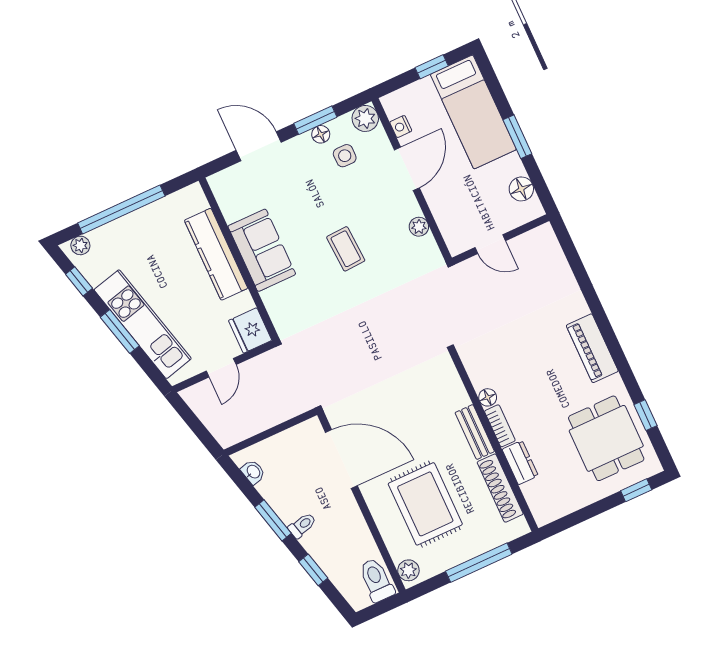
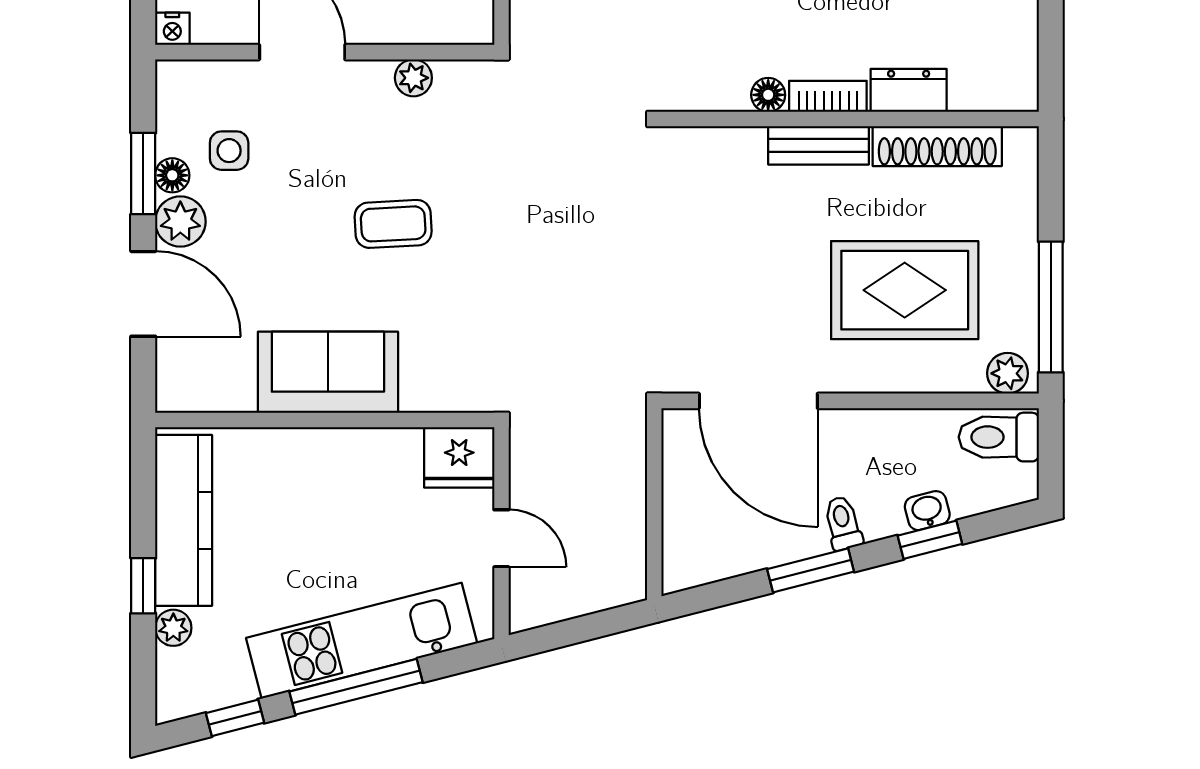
plant: (365, 118) -> (180, 222), moved
nightstand: (401, 127) -> (172, 29), moved
door: (259, 146) -> (143, 294), swing flipped
window: (121, 209) -> (143, 586), width x0.32
plant: (80, 245) -> (173, 628), moved
kitchen counter: (216, 254) -> (184, 520), moved, turned -90
window: (120, 332) -> (356, 687), width x1.44
door: (341, 459) -> (758, 401), swing flipped
washbasin: (253, 472) -> (927, 511), moved
window: (479, 563) -> (1051, 307), moved

